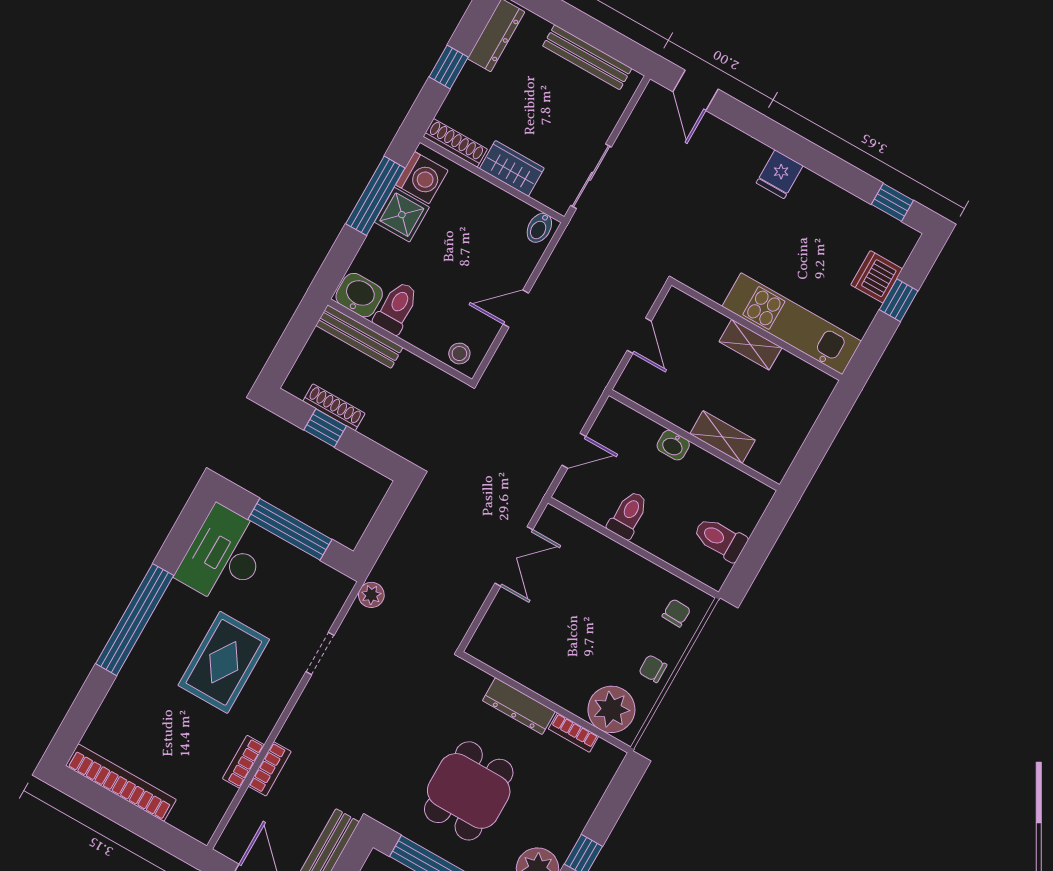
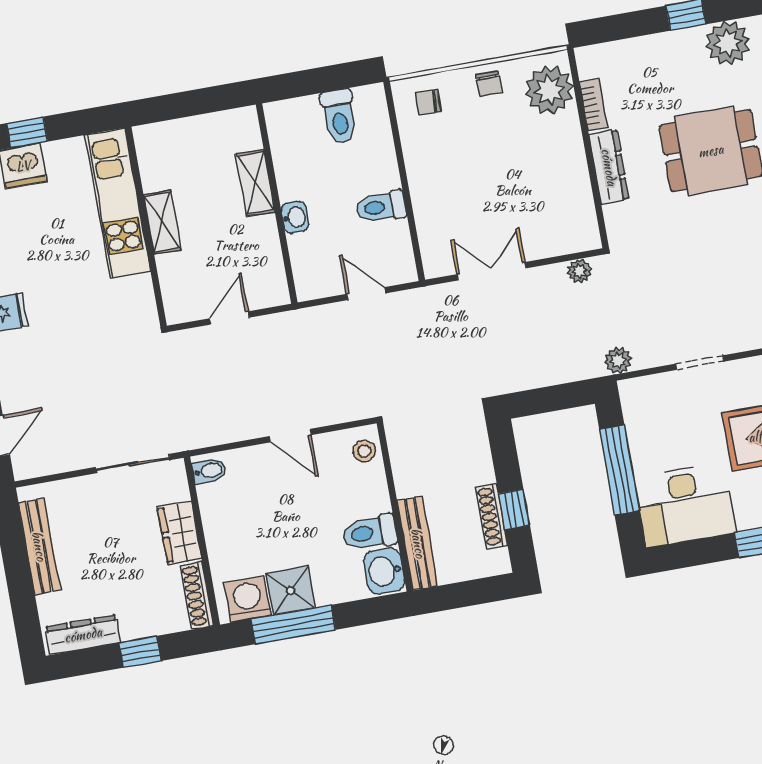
plant: (461, 621) -> (579, 271), added

